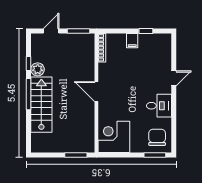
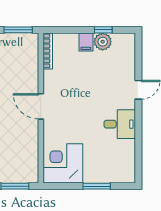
plant: (146, 40) -> (103, 42), added
chair: (157, 137) -> (117, 164), removed
window: (155, 155) -> (97, 186), moved

